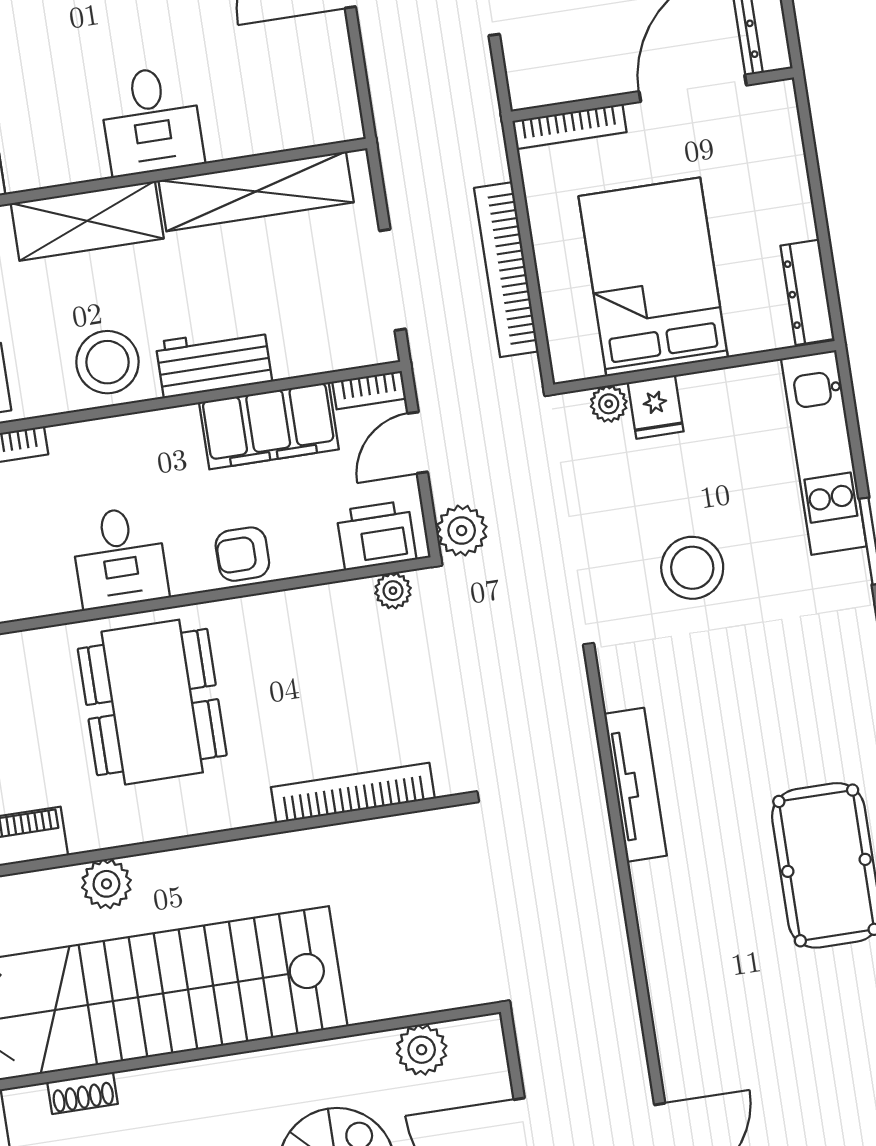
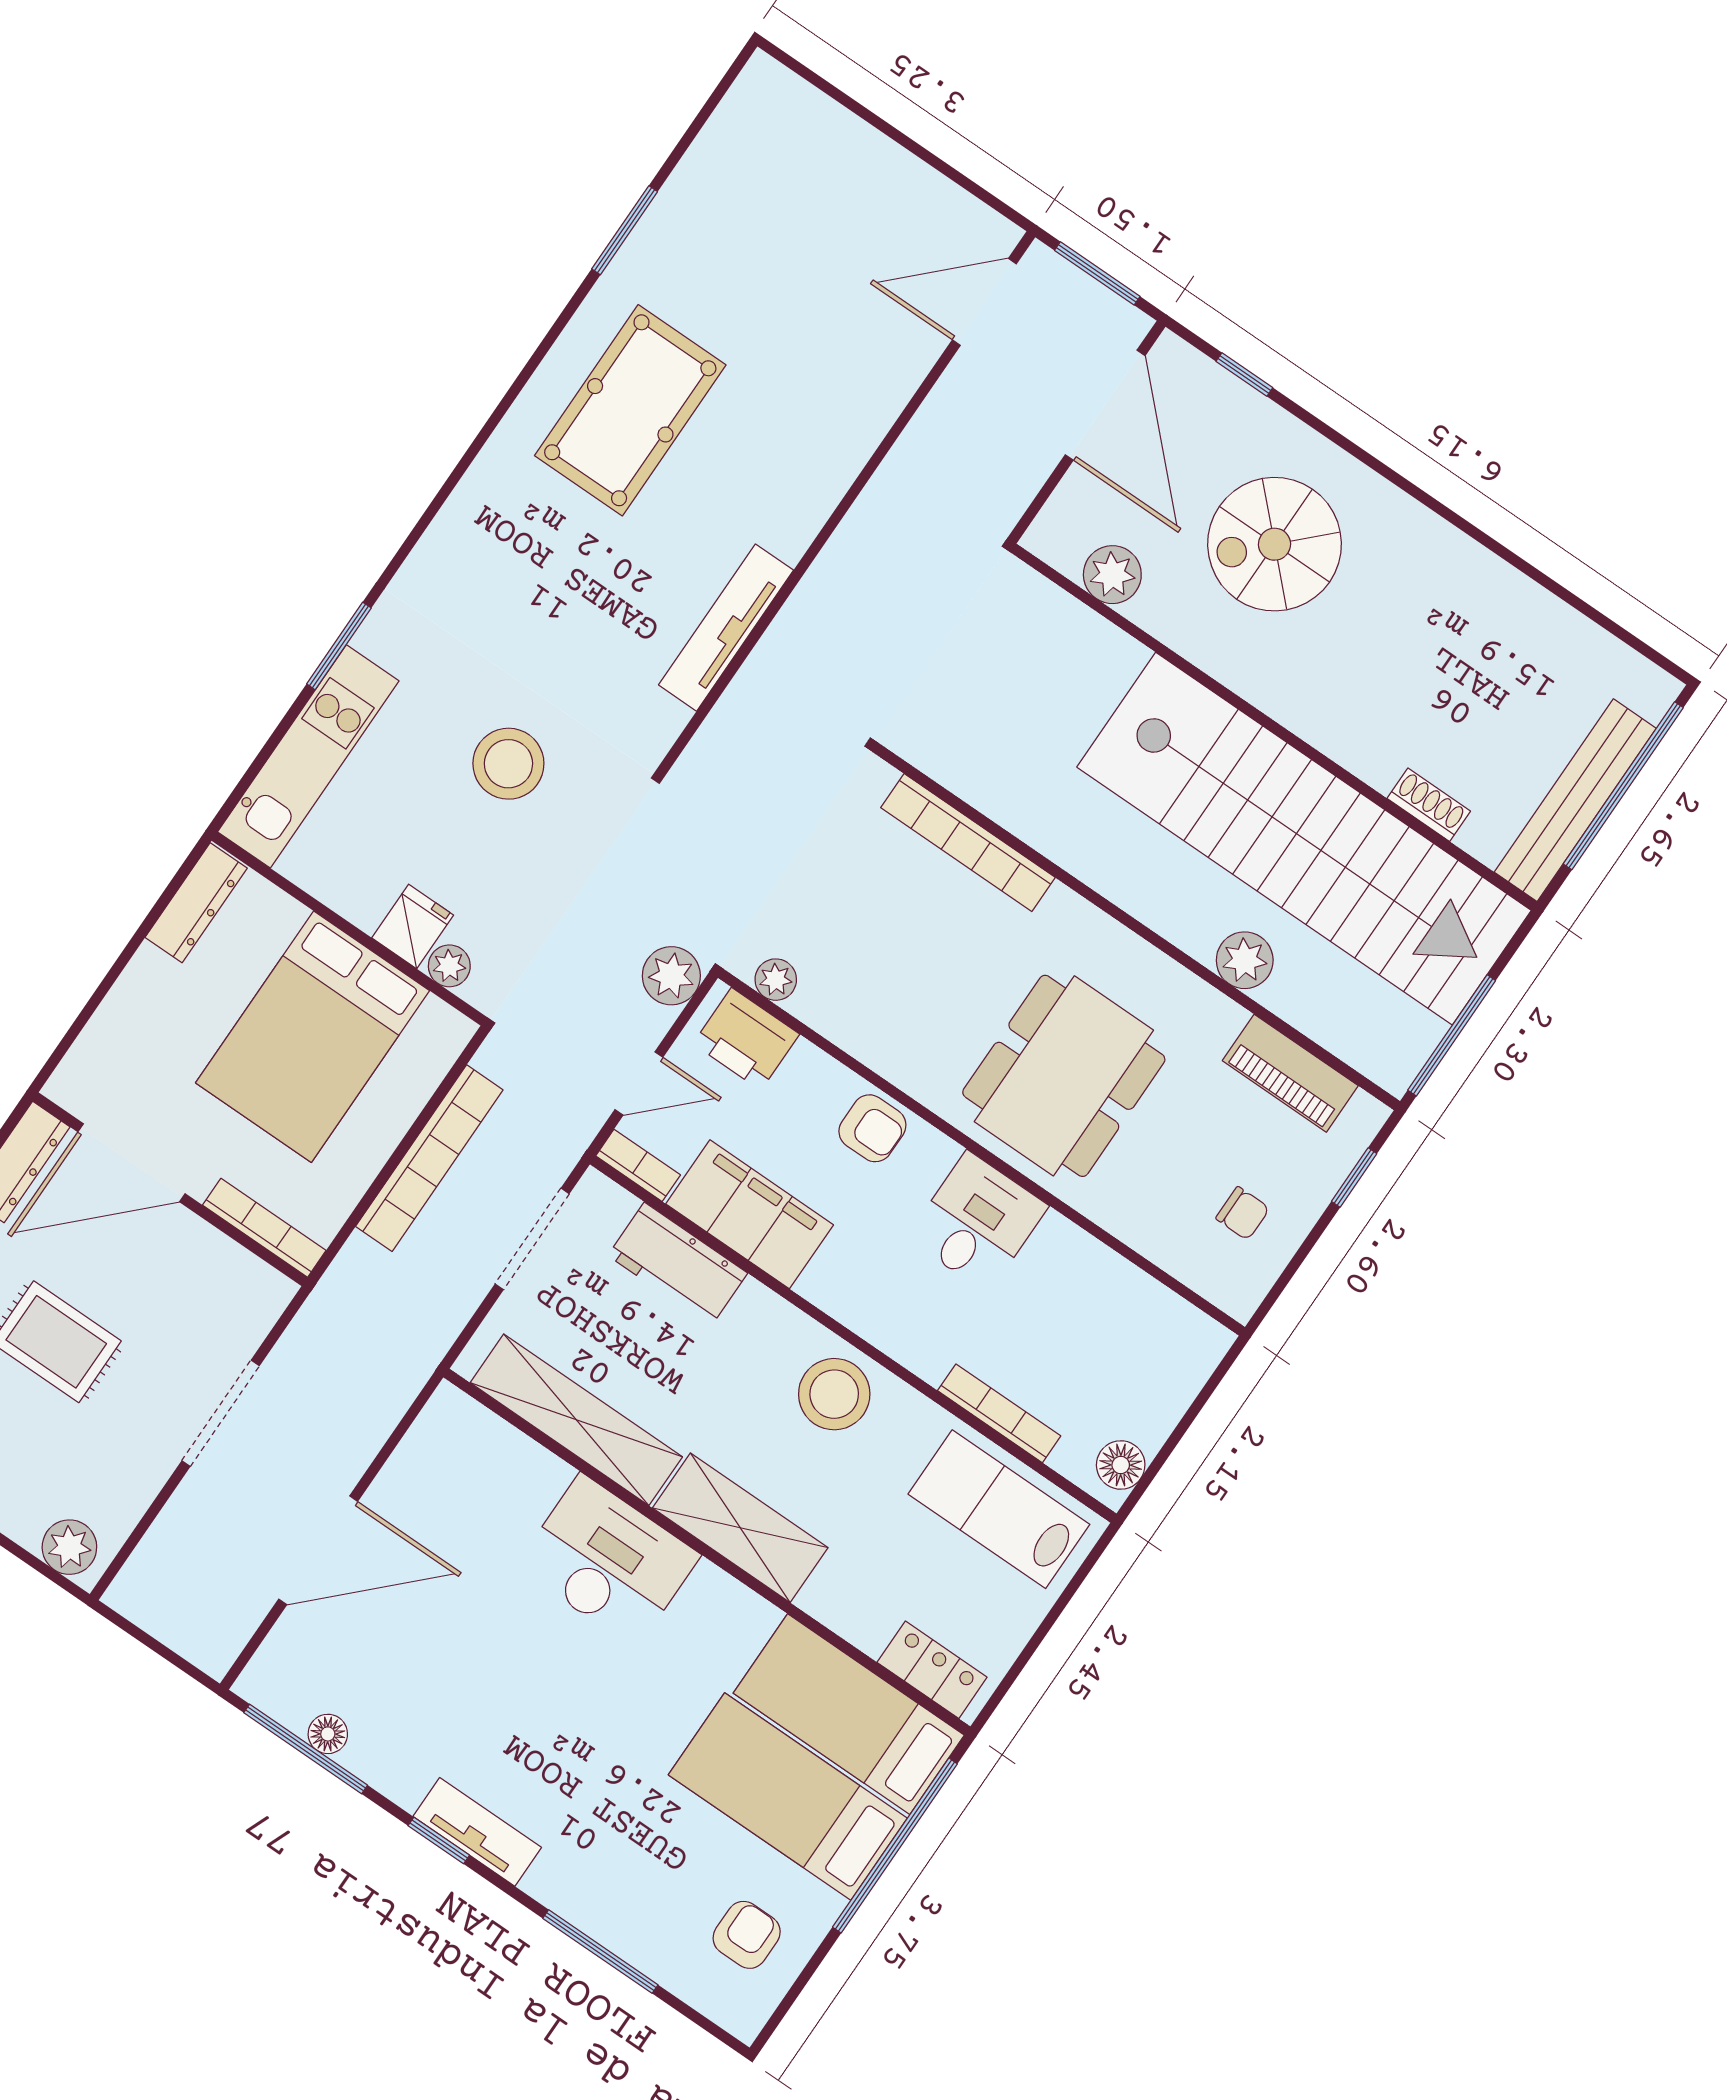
desk: (151, 121) -> (608, 1561), width x1.37
workbench: (214, 362) -> (678, 1264), moved

